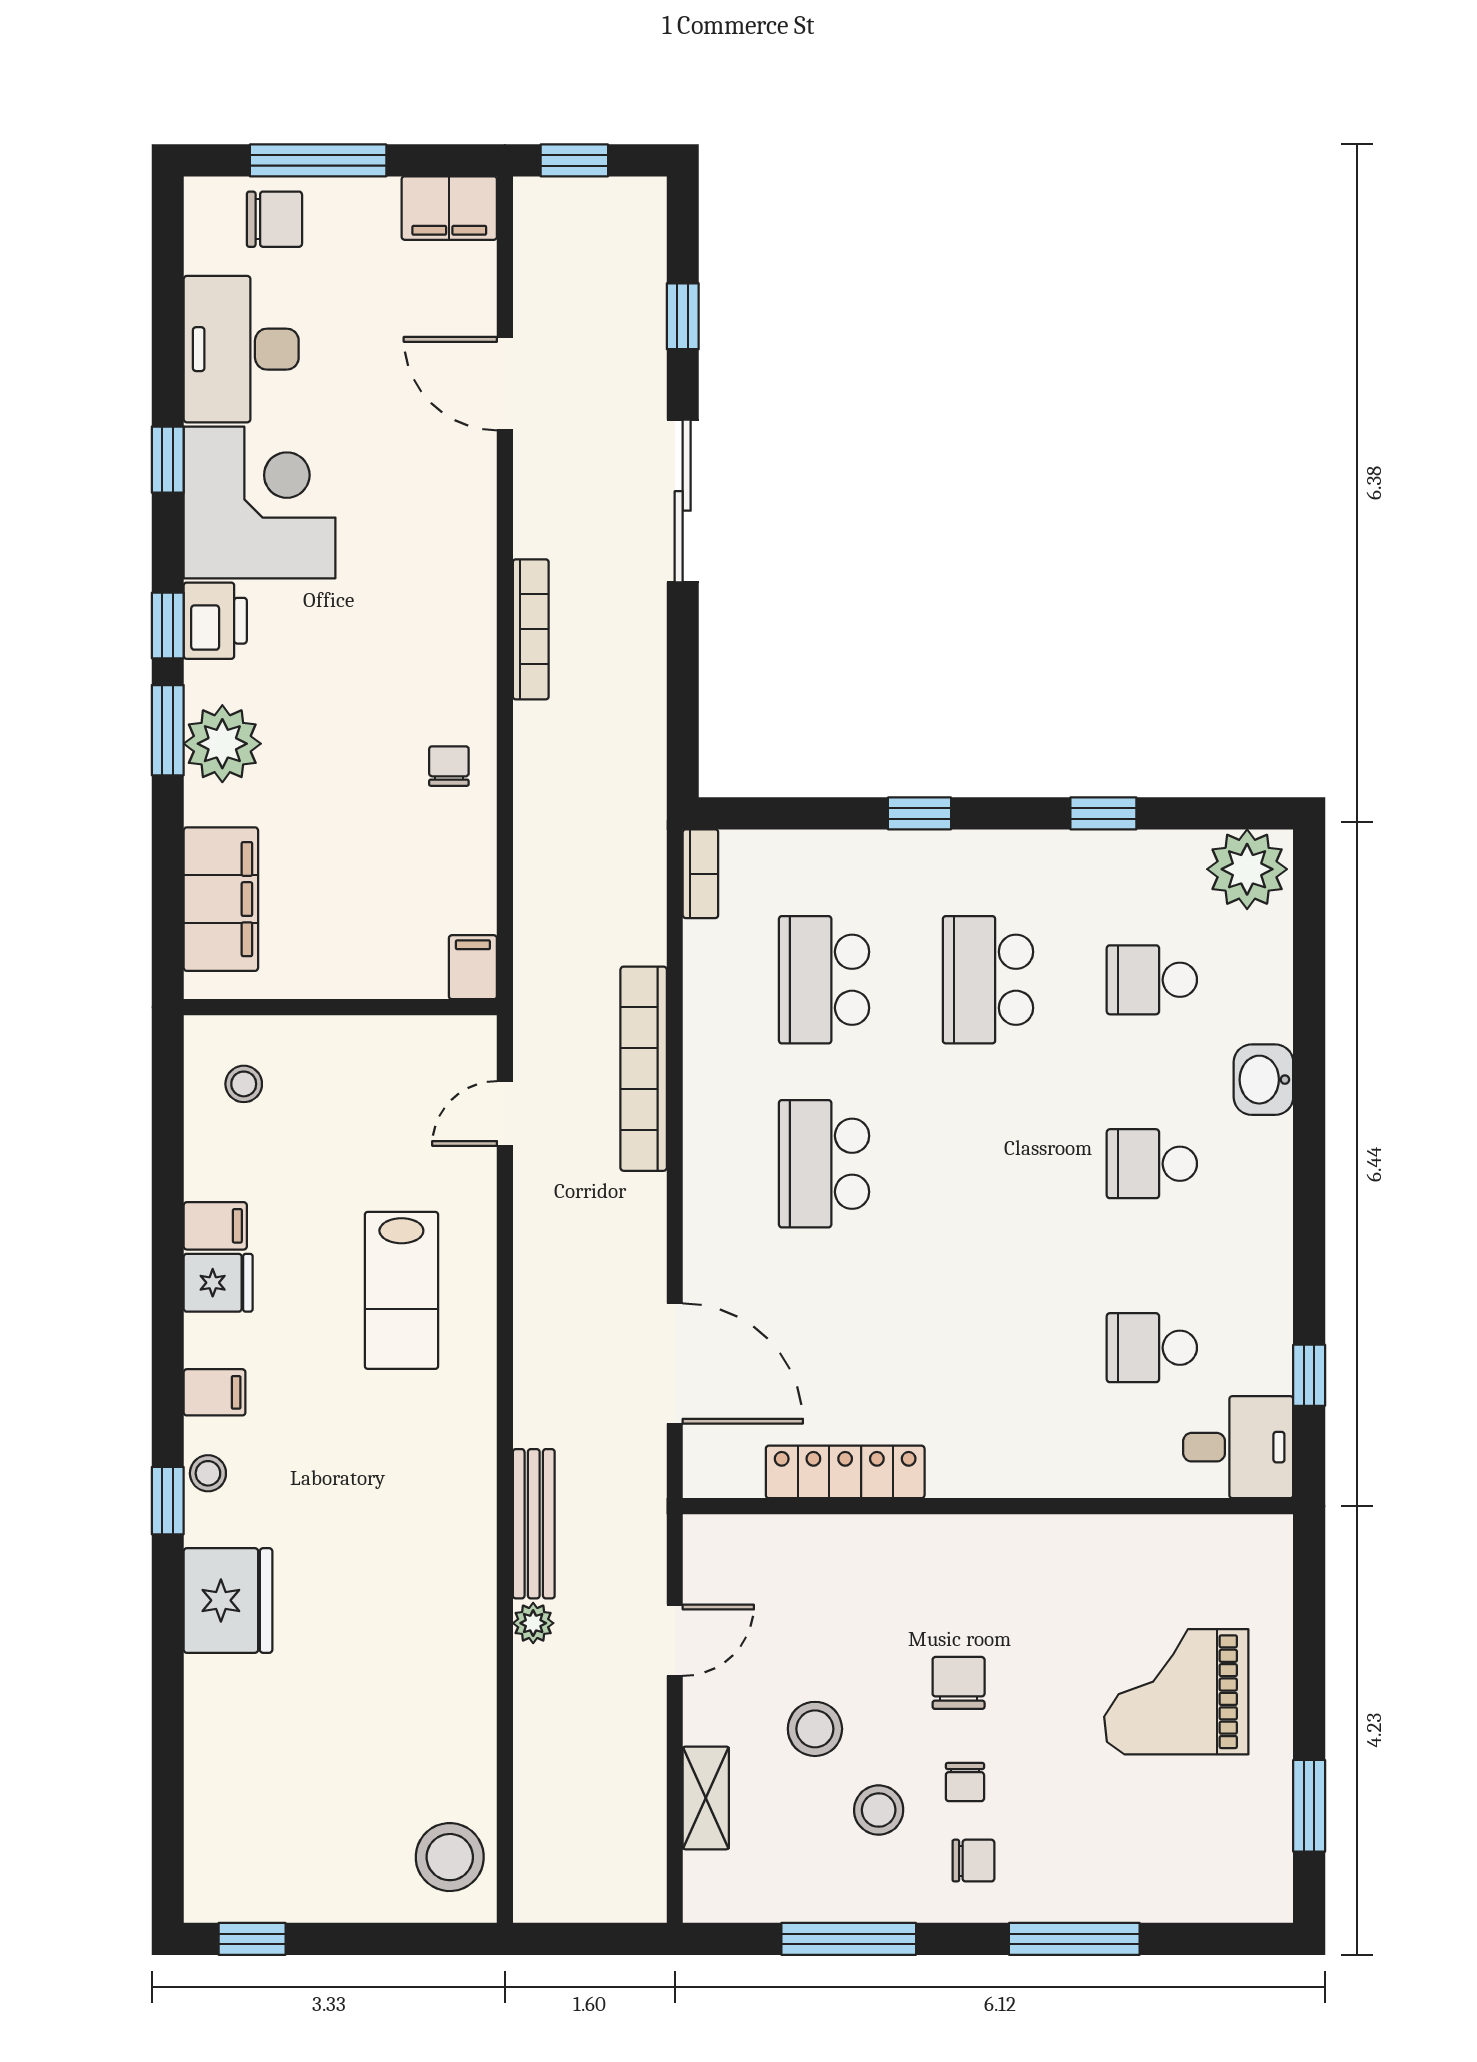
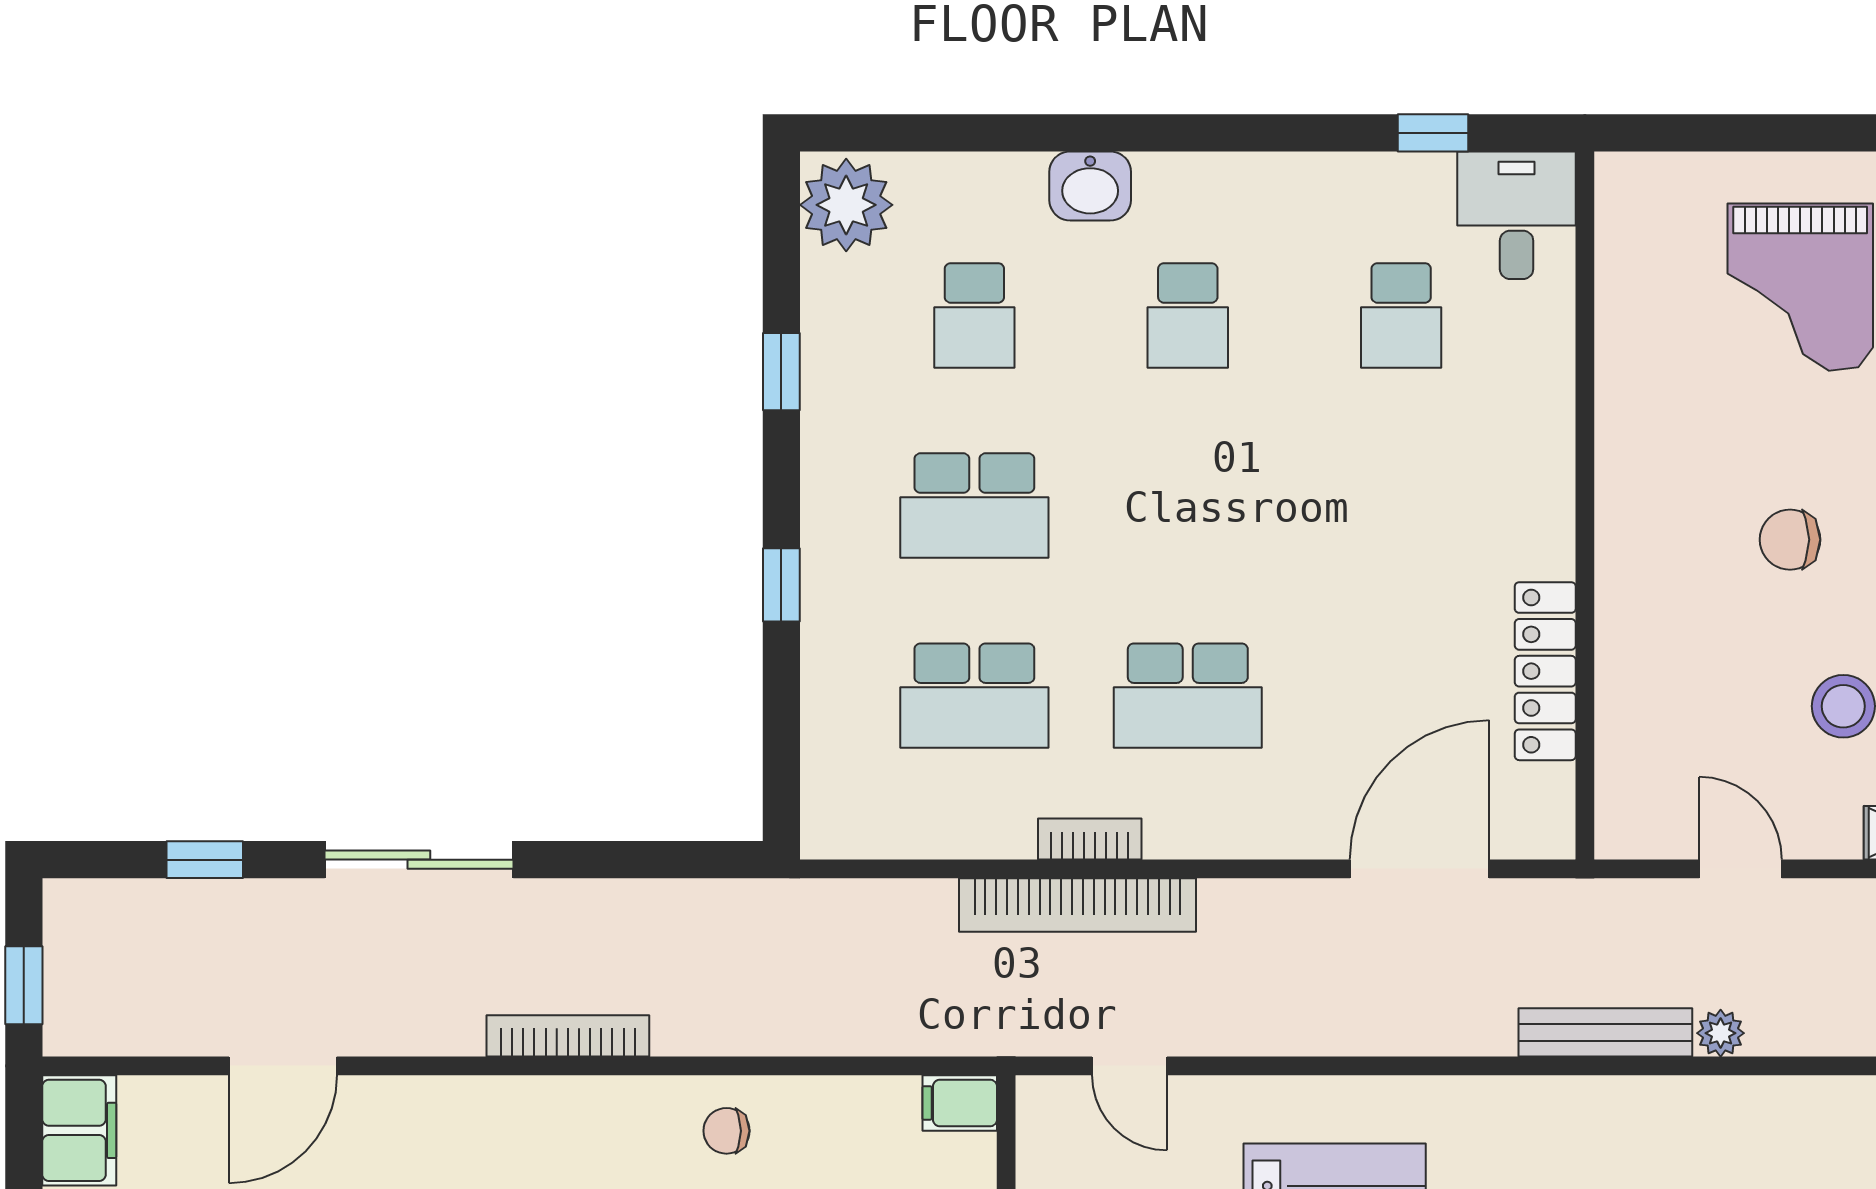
bookcase: (700, 874) -> (1090, 839), moved

